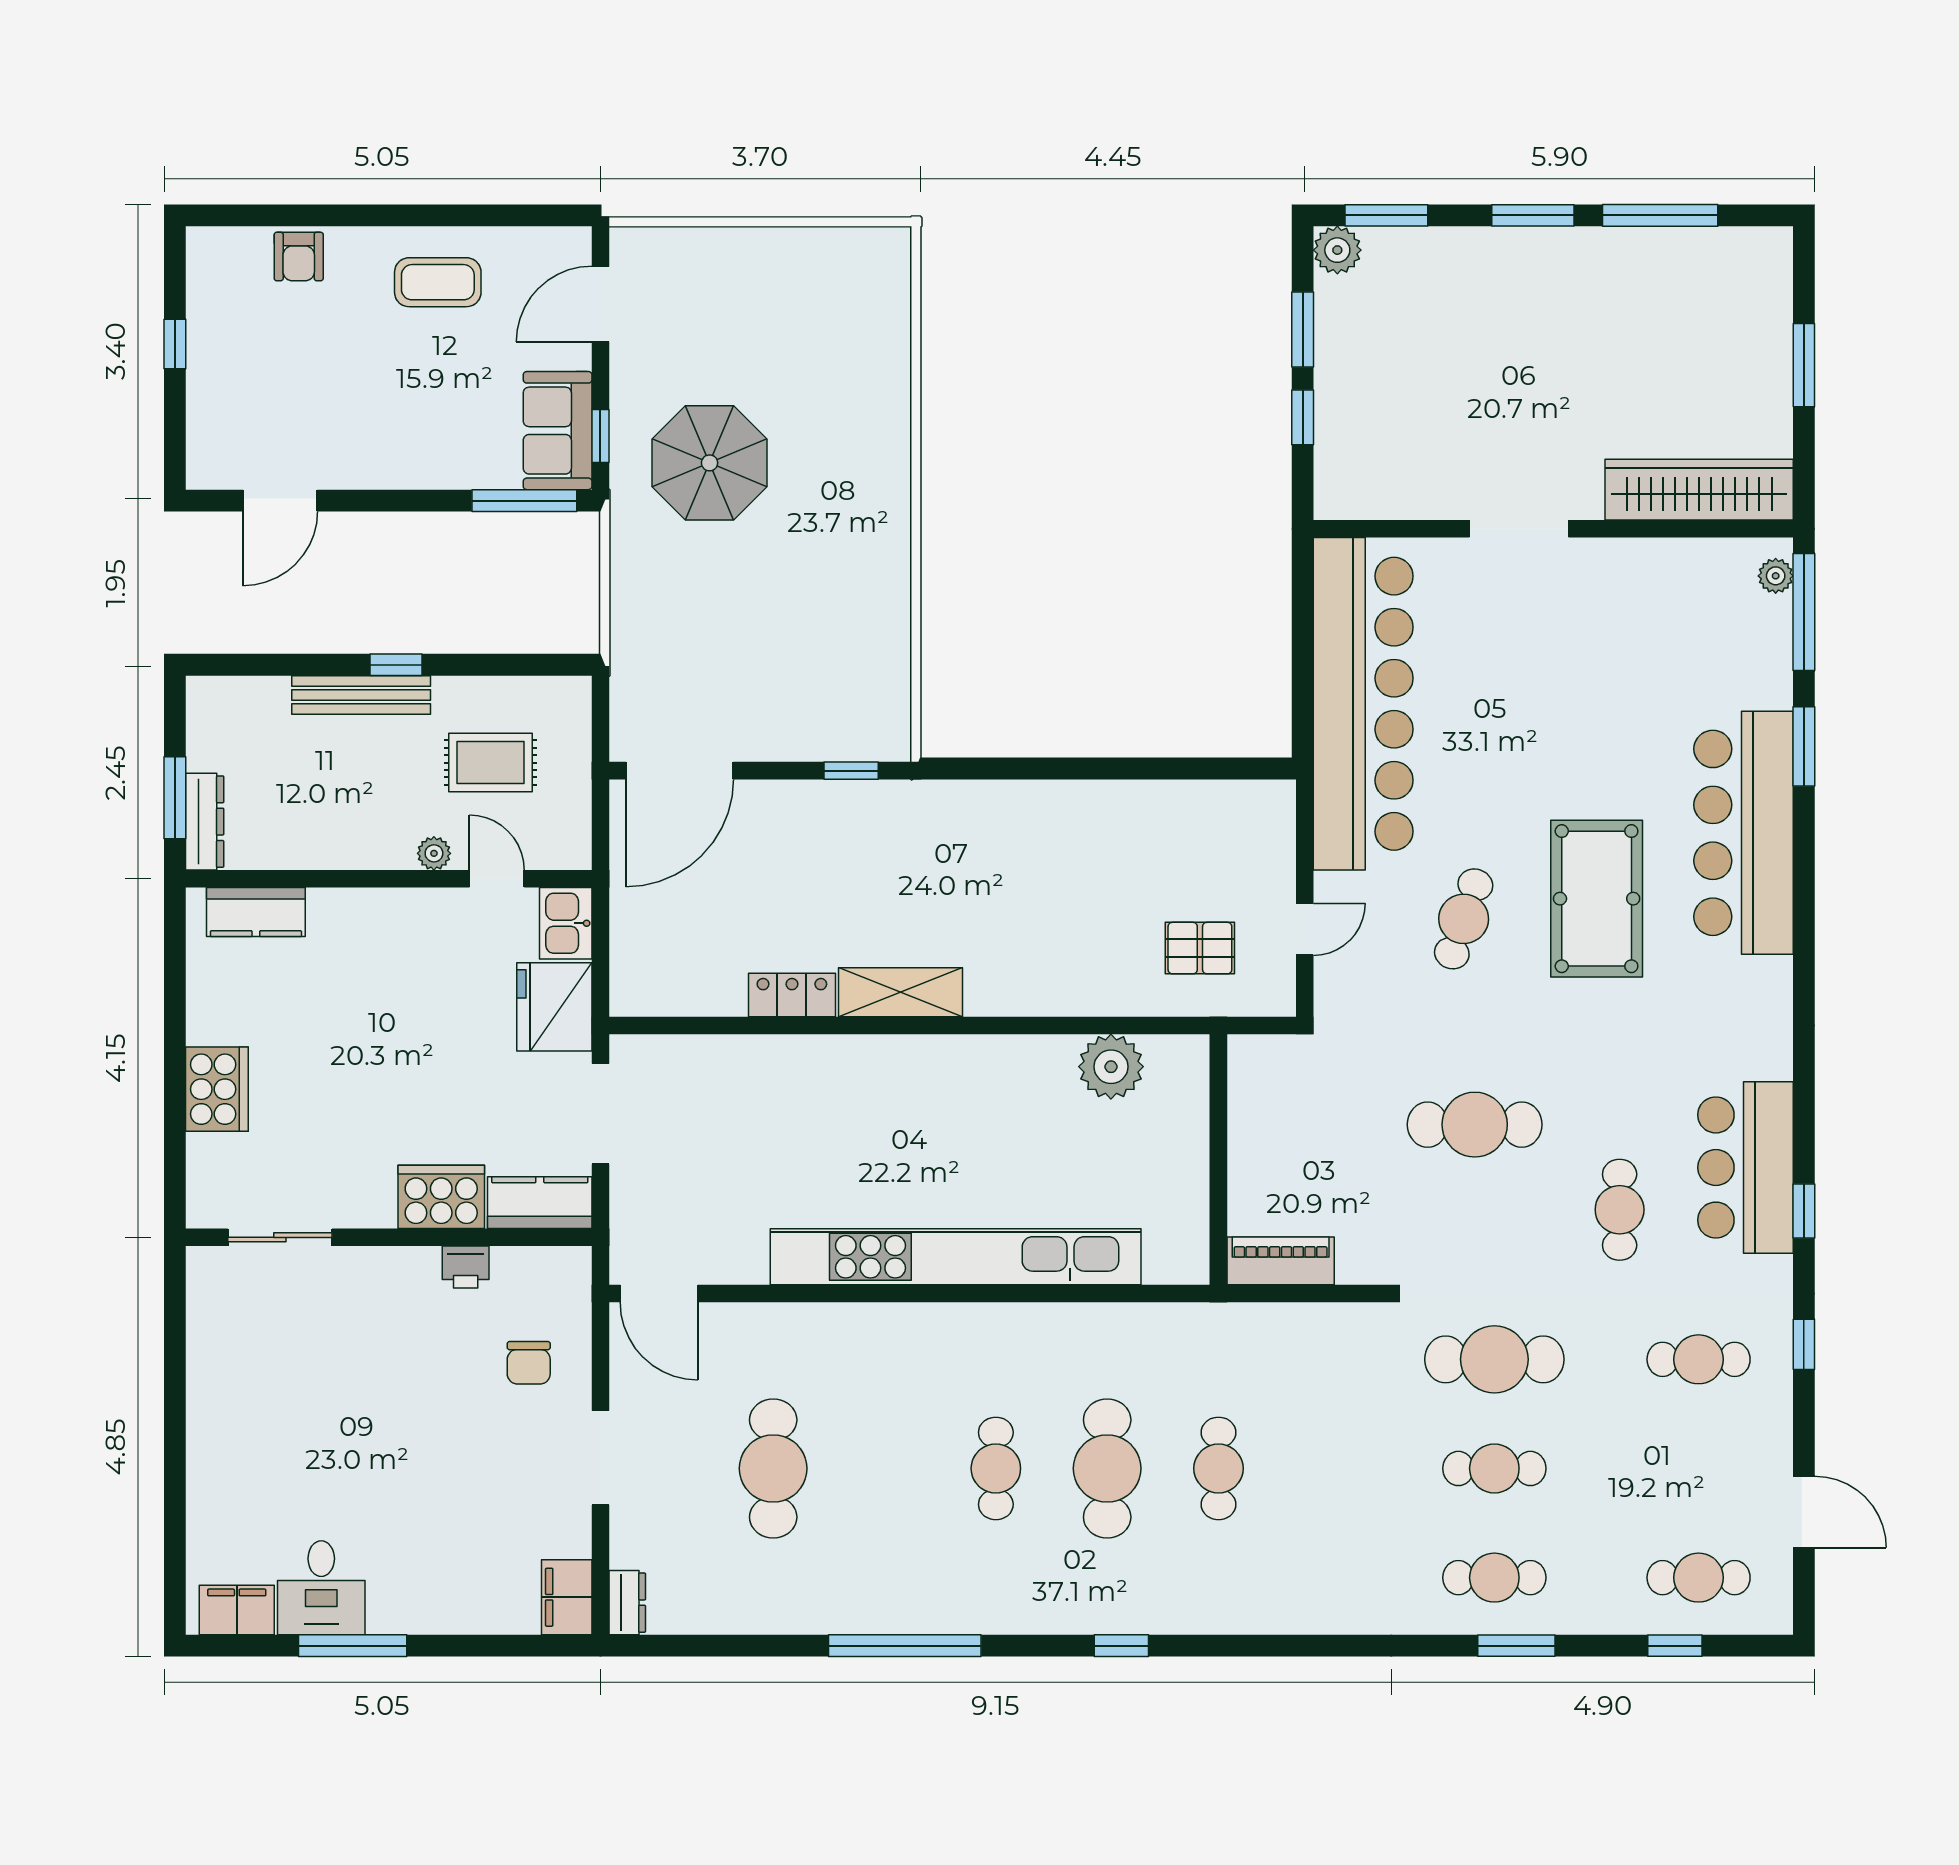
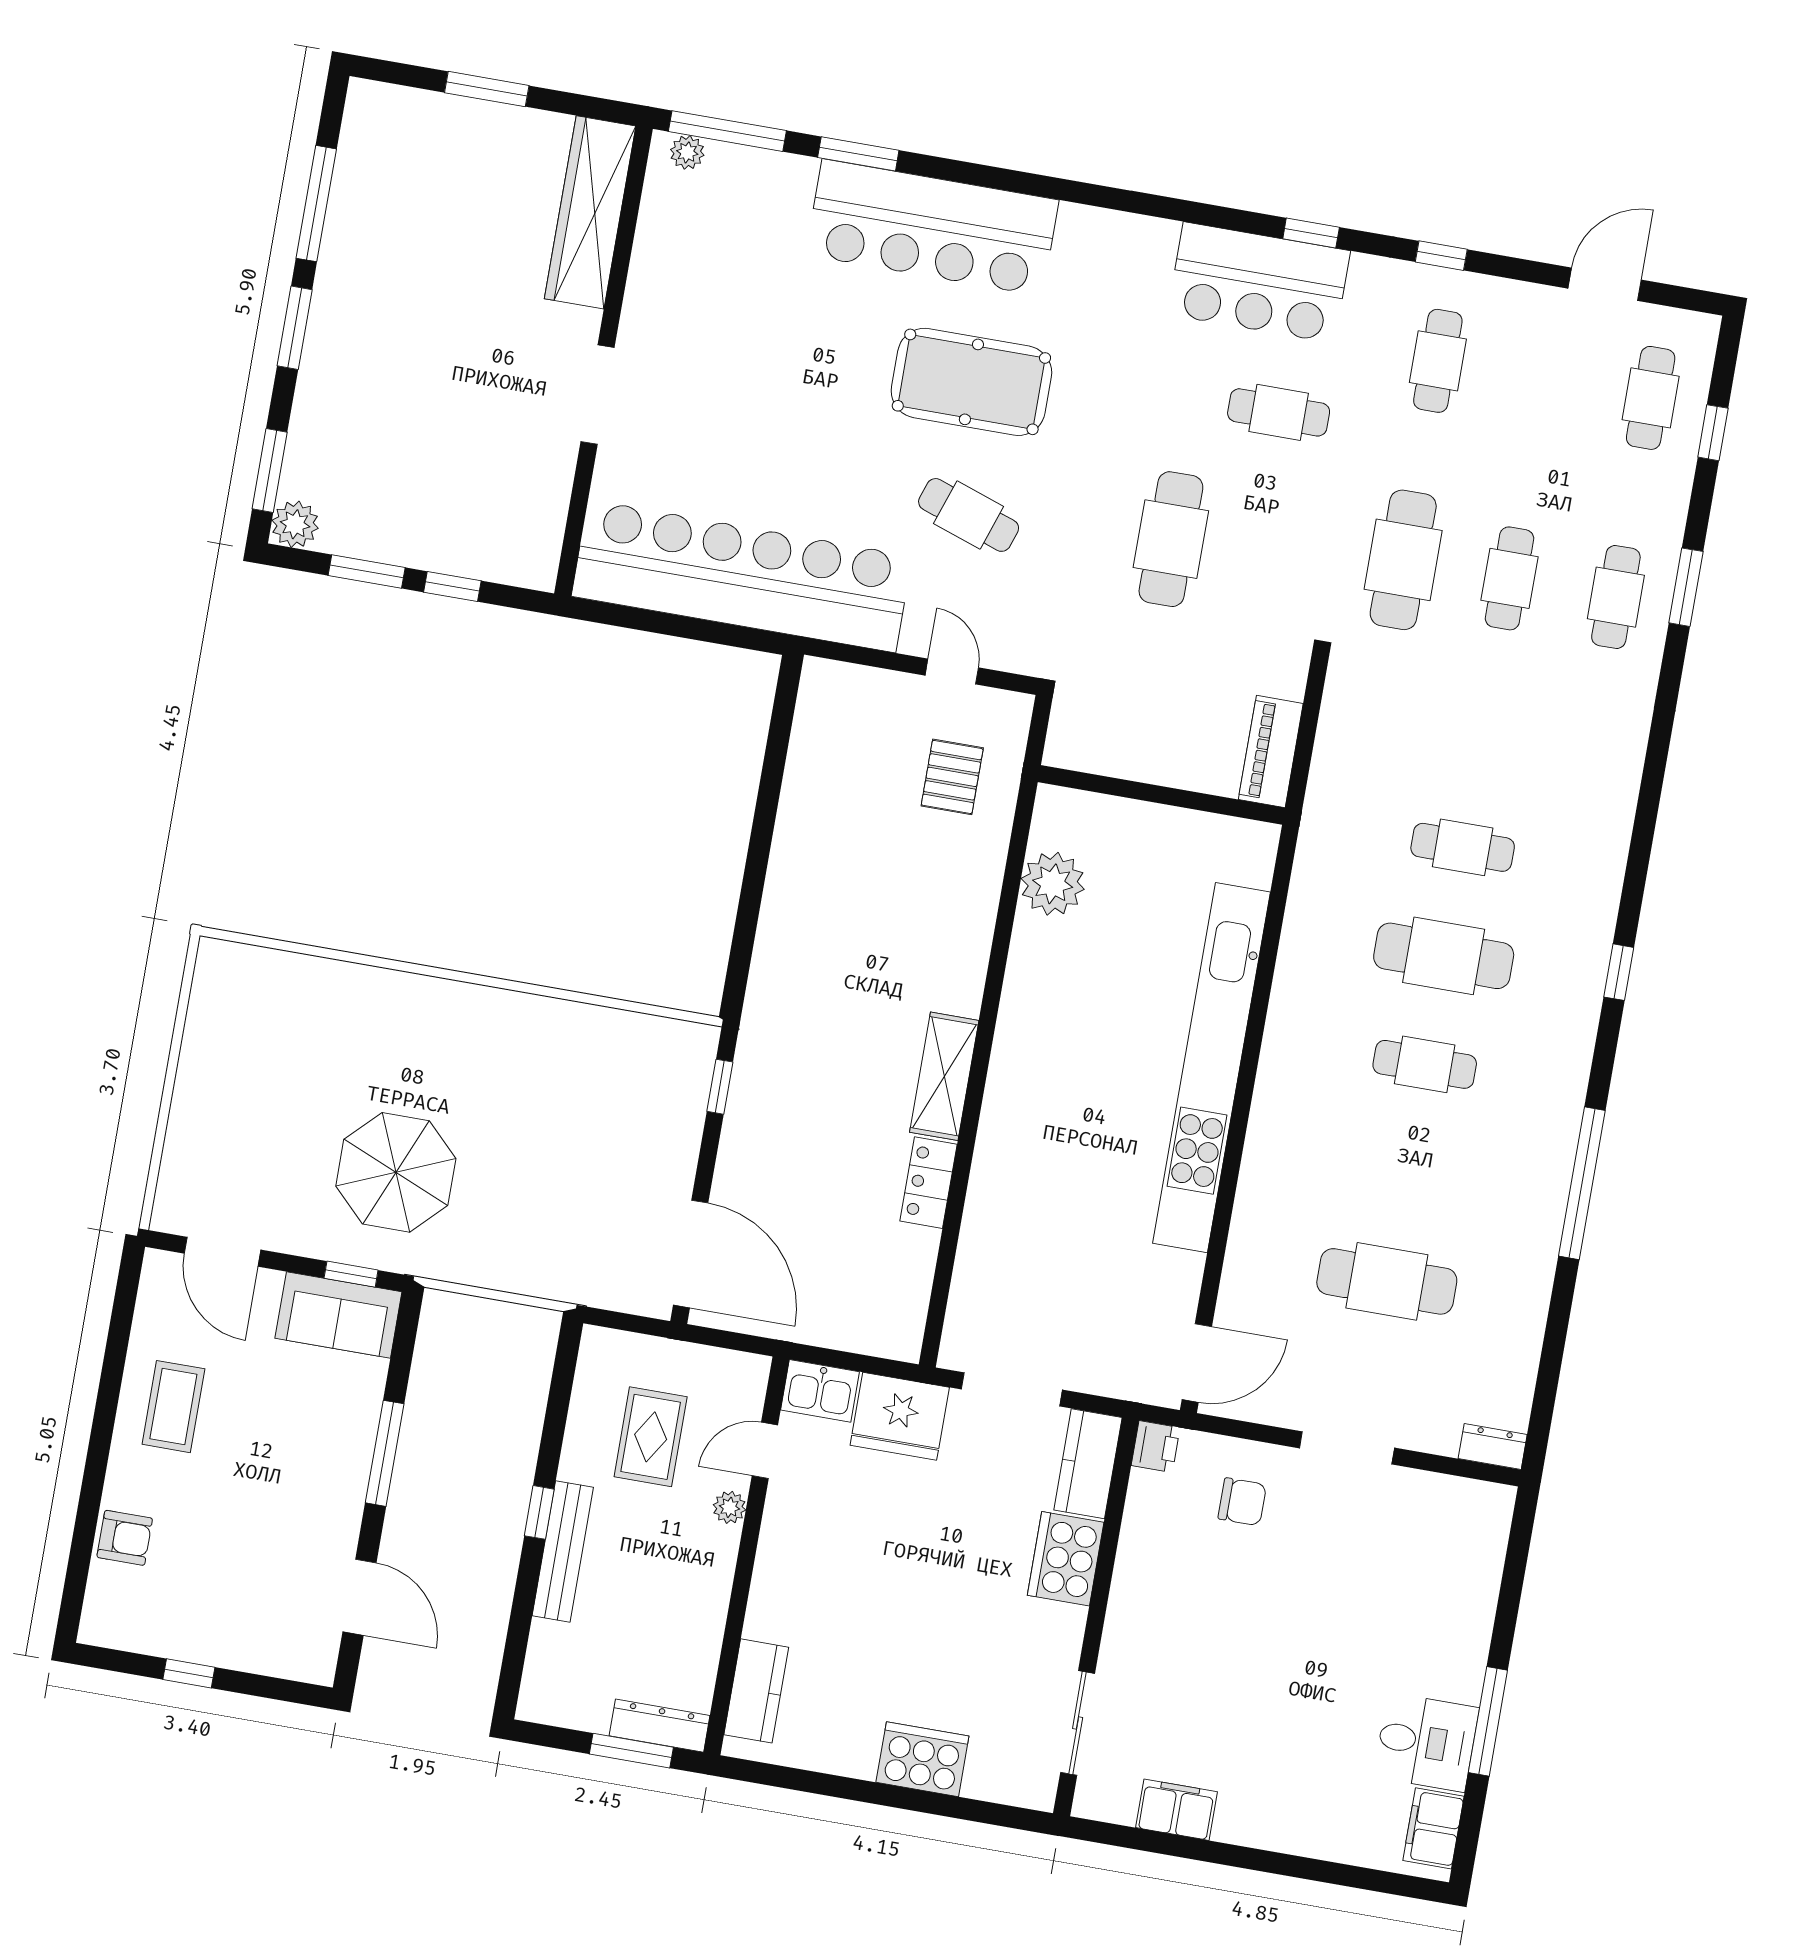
window: (524, 501) -> (385, 1453), moved
printer: (466, 1267) -> (1156, 1447), moved
filing cabinet: (567, 1597) -> (1176, 1810), moved, turned 180

